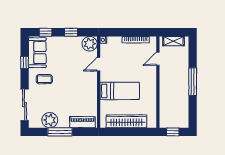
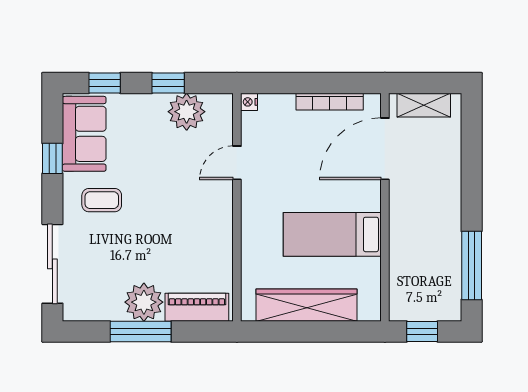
plant: (90, 44) -> (187, 112), moved
door: (158, 59) -> (385, 149), width x1.88
window: (193, 82) -> (472, 265), moved
bed: (120, 91) -> (332, 234), moved, turned 180
plant: (50, 120) -> (144, 302), moved

